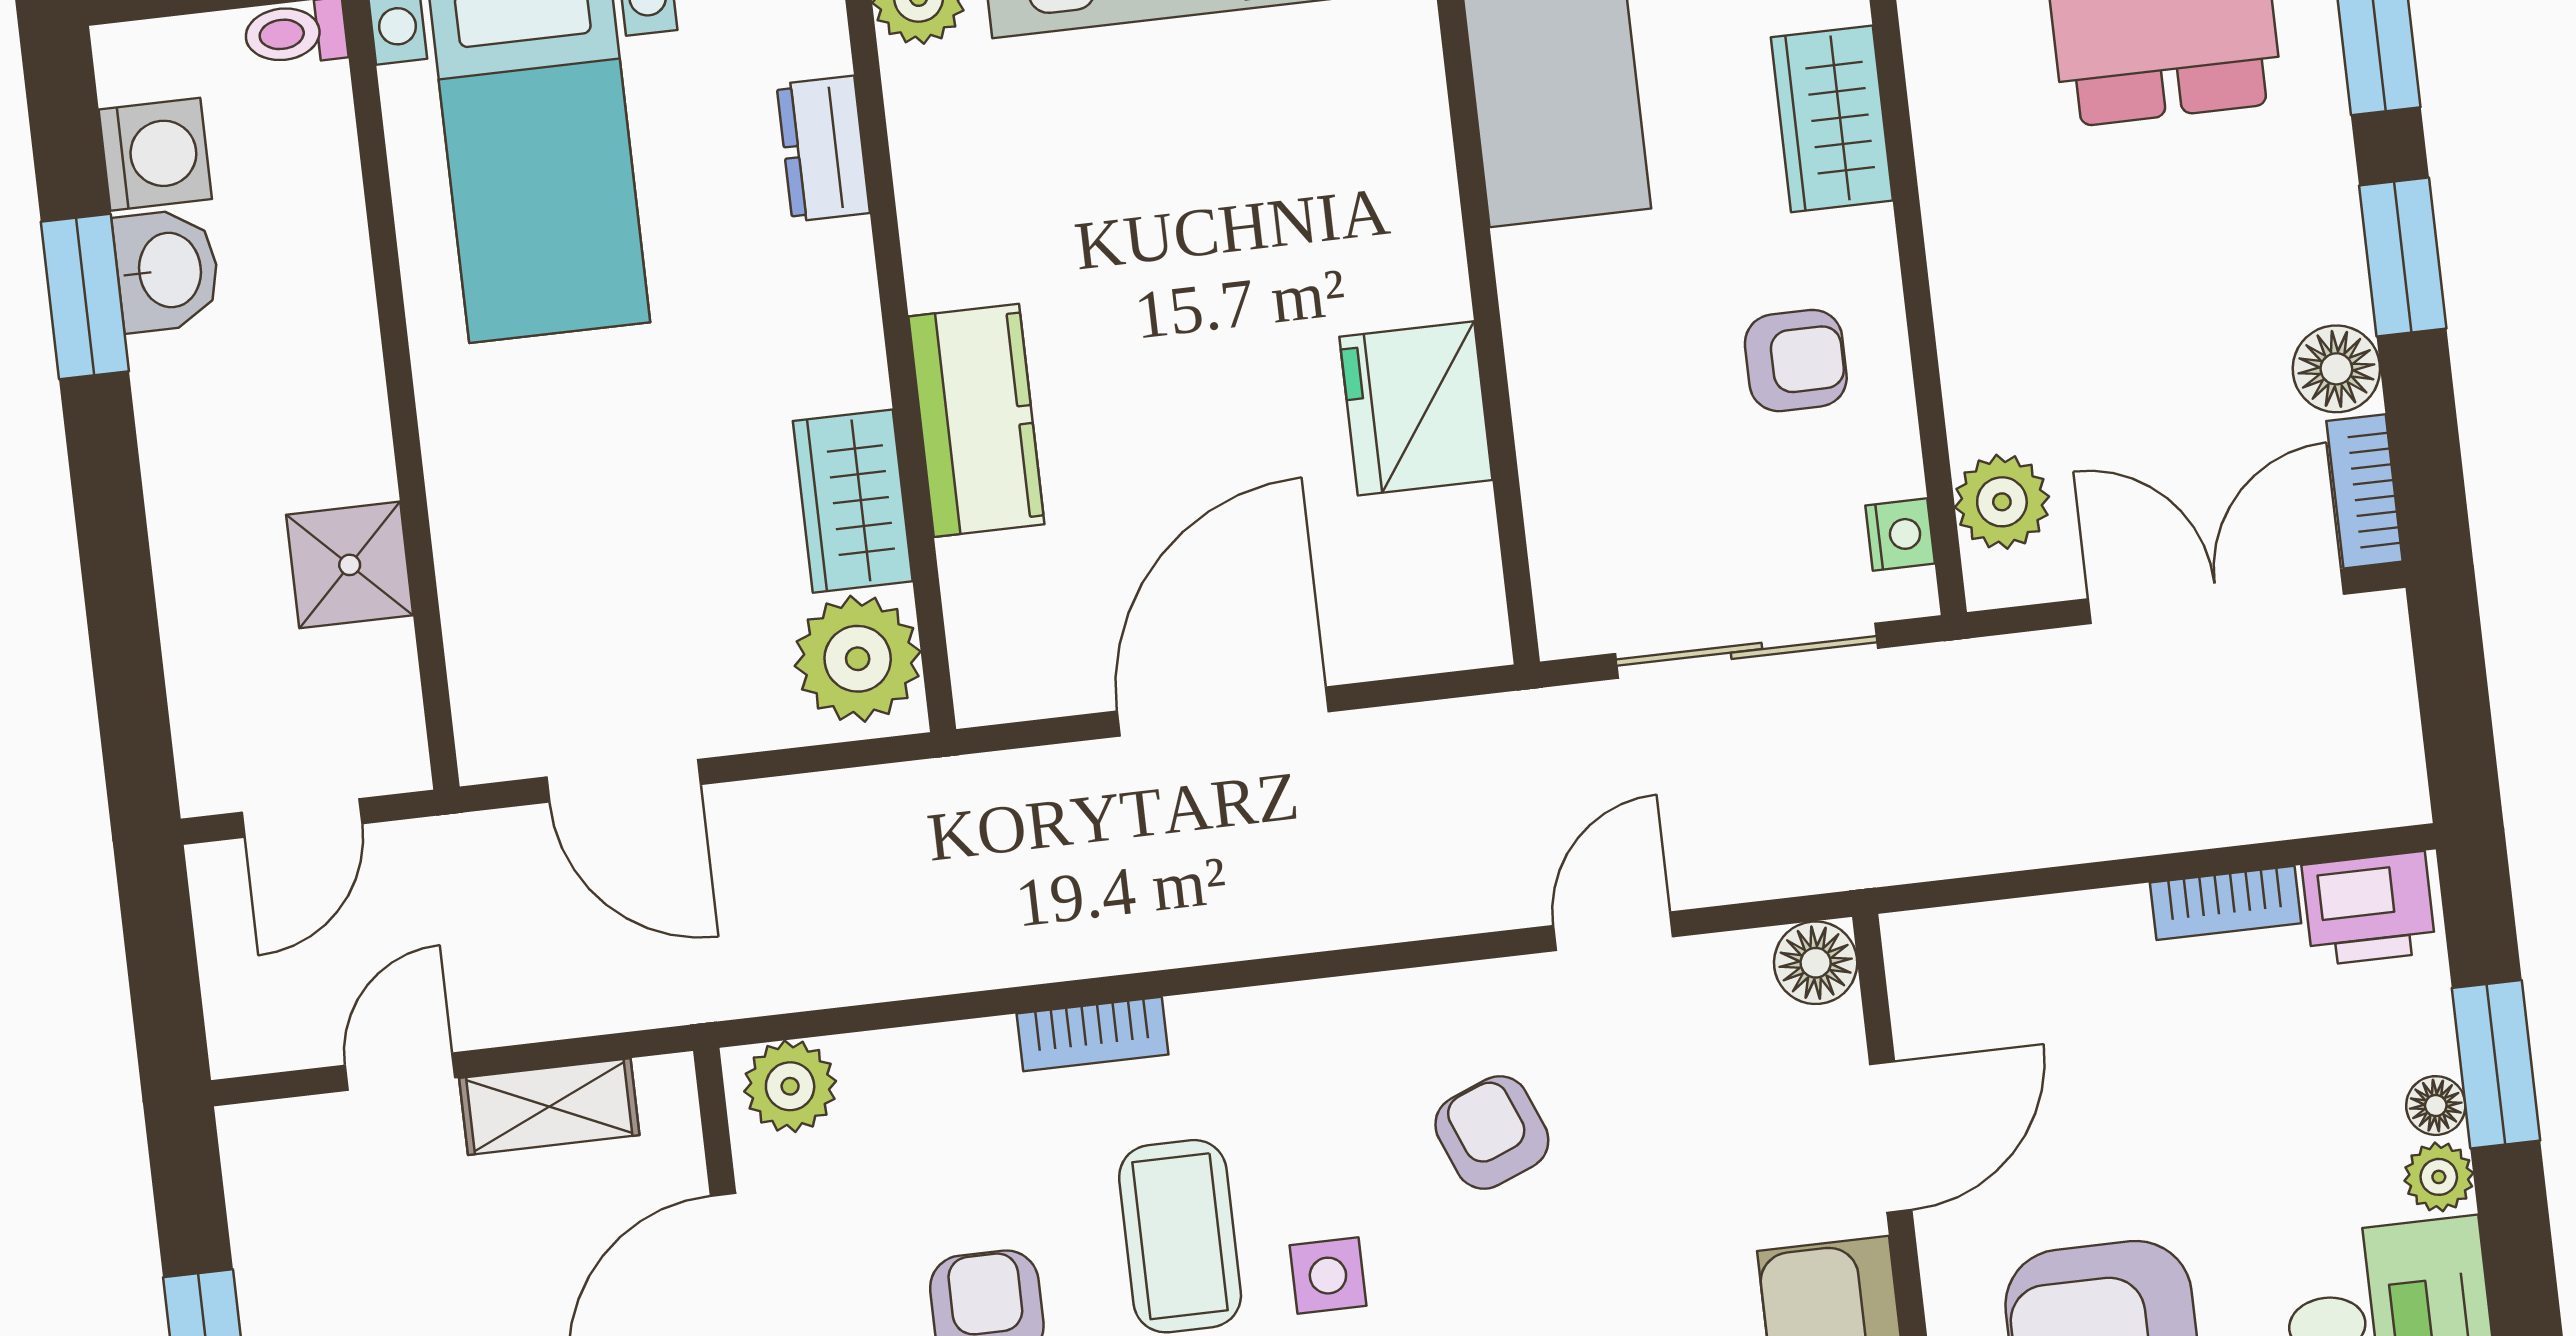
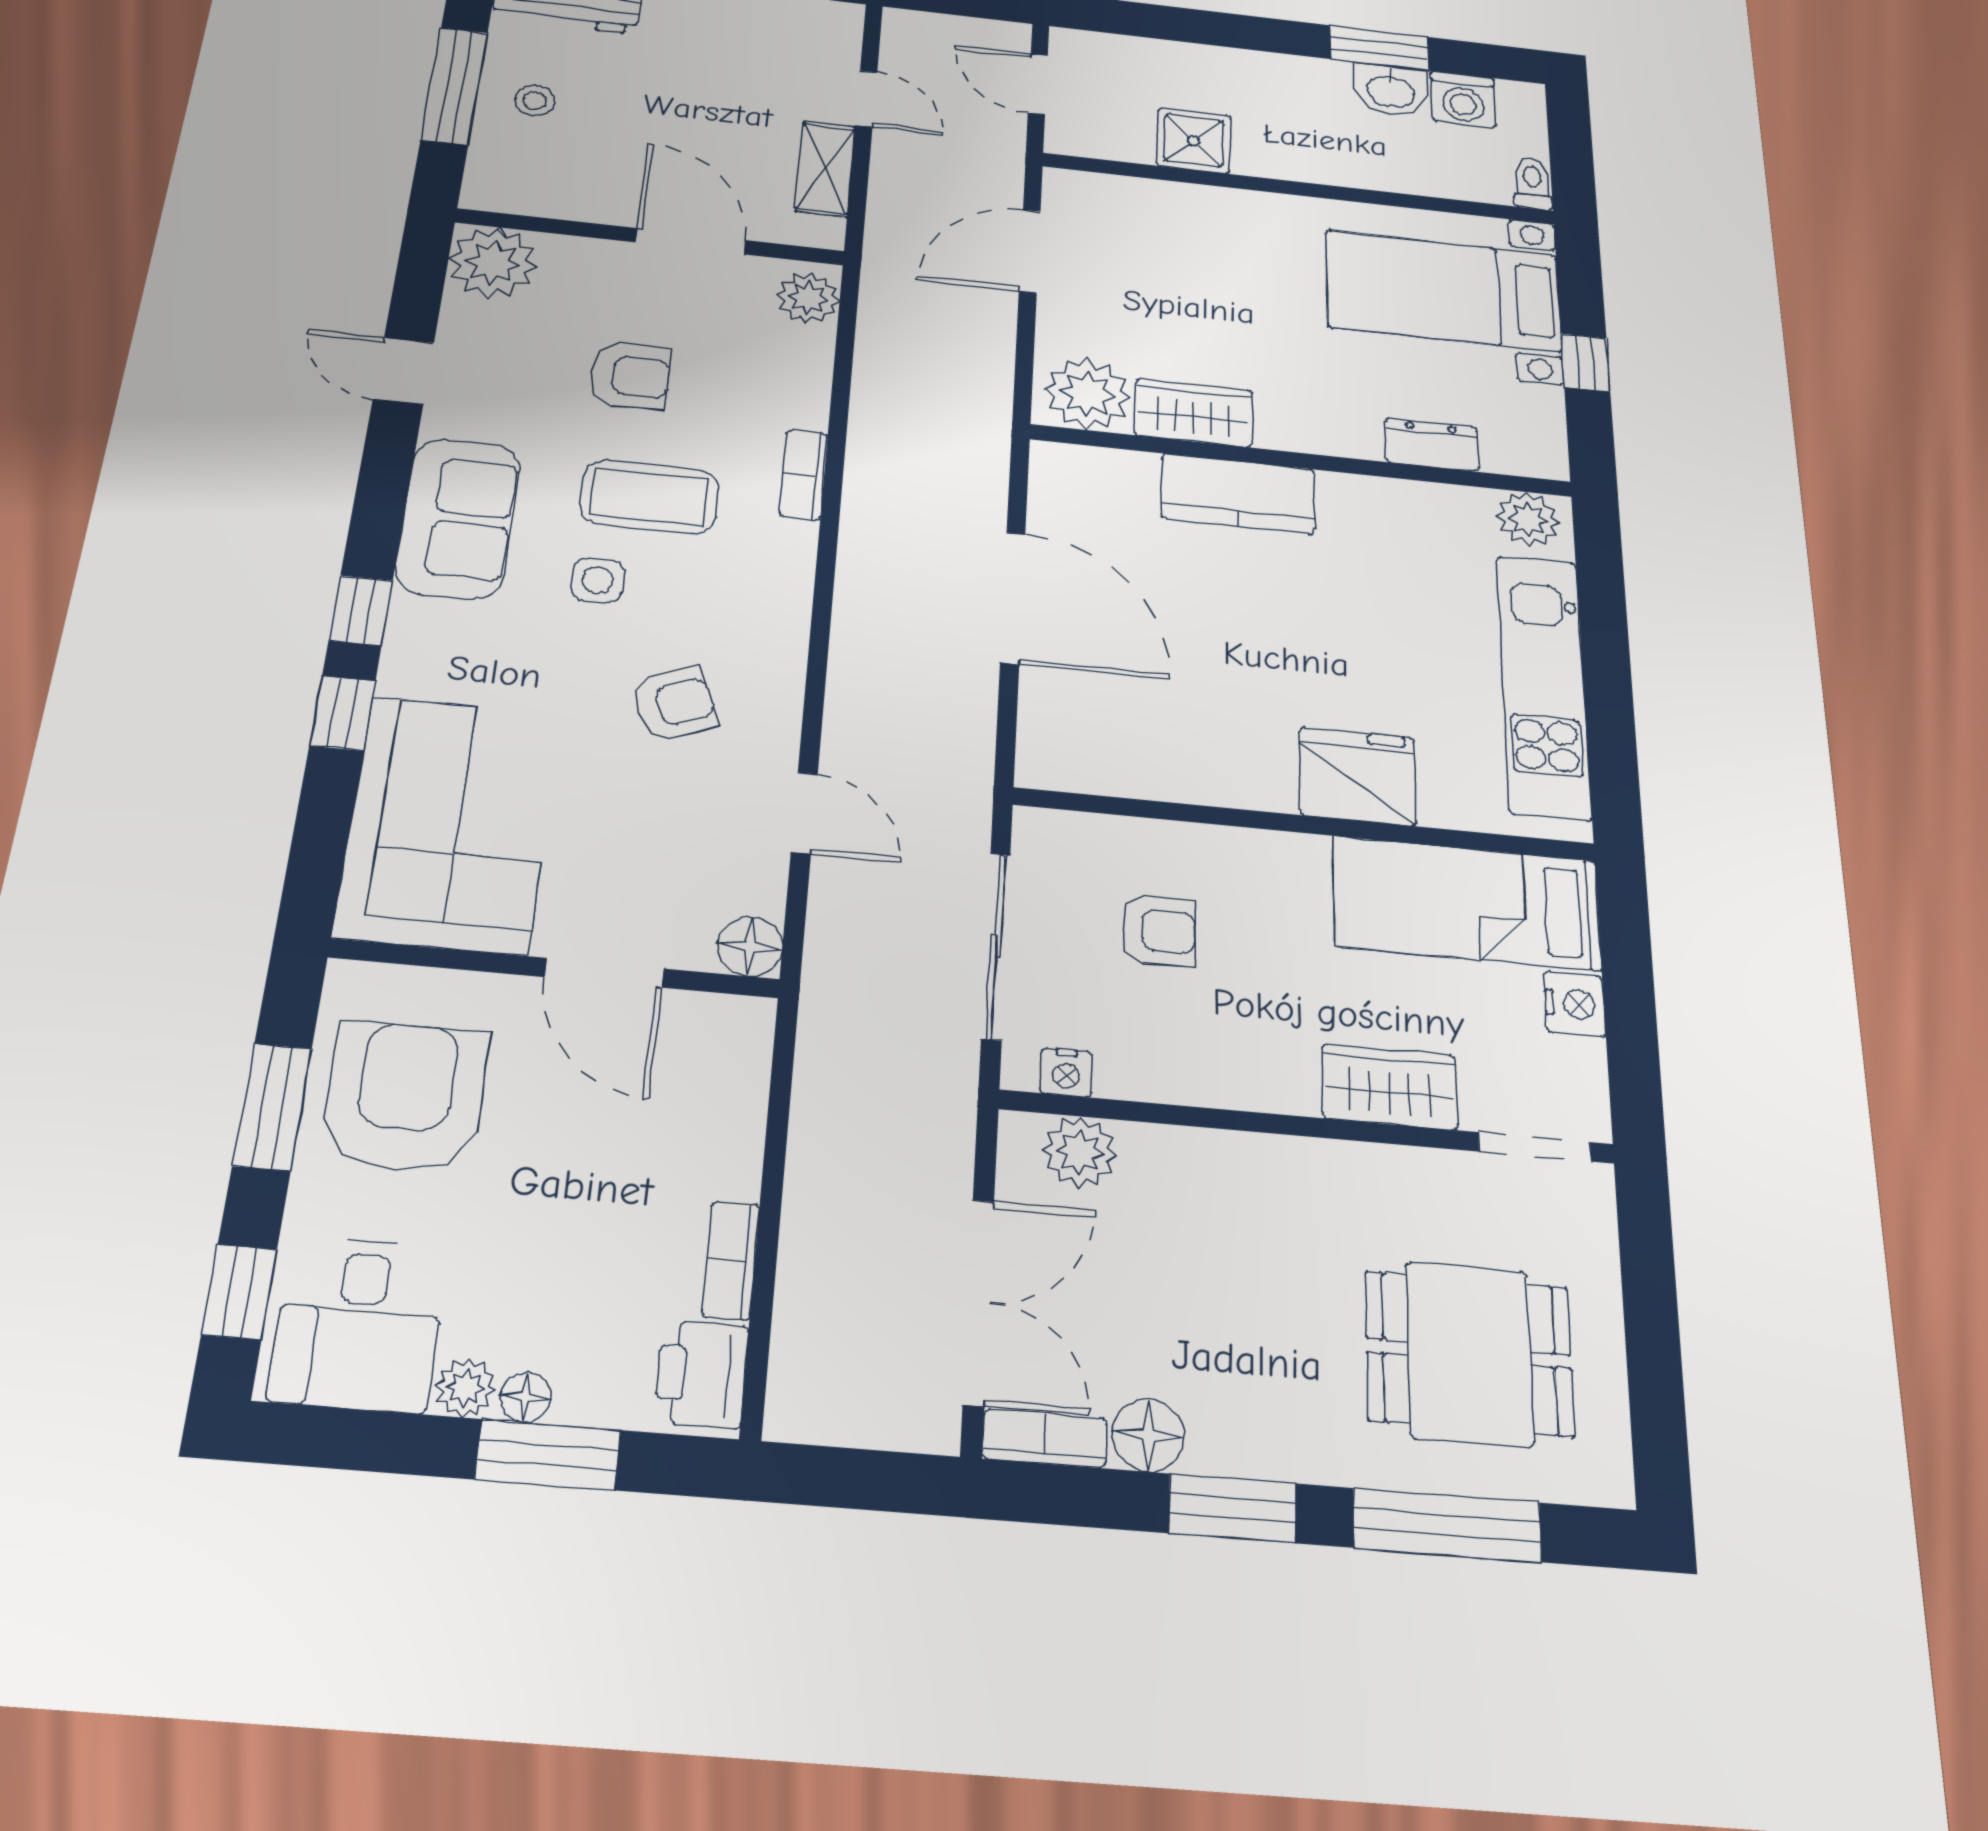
armchair: (1796, 361) -> (1158, 931), moved, turned -90
fridge: (1416, 408) -> (1358, 776), moved

